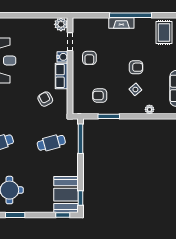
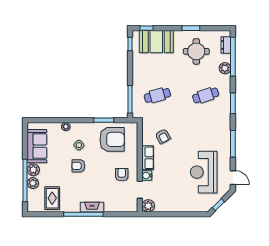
armchair: (100, 96) -> (112, 139), width x1.88, depth x1.88
booth: (66, 195) -> (156, 42), moved, turned 90

